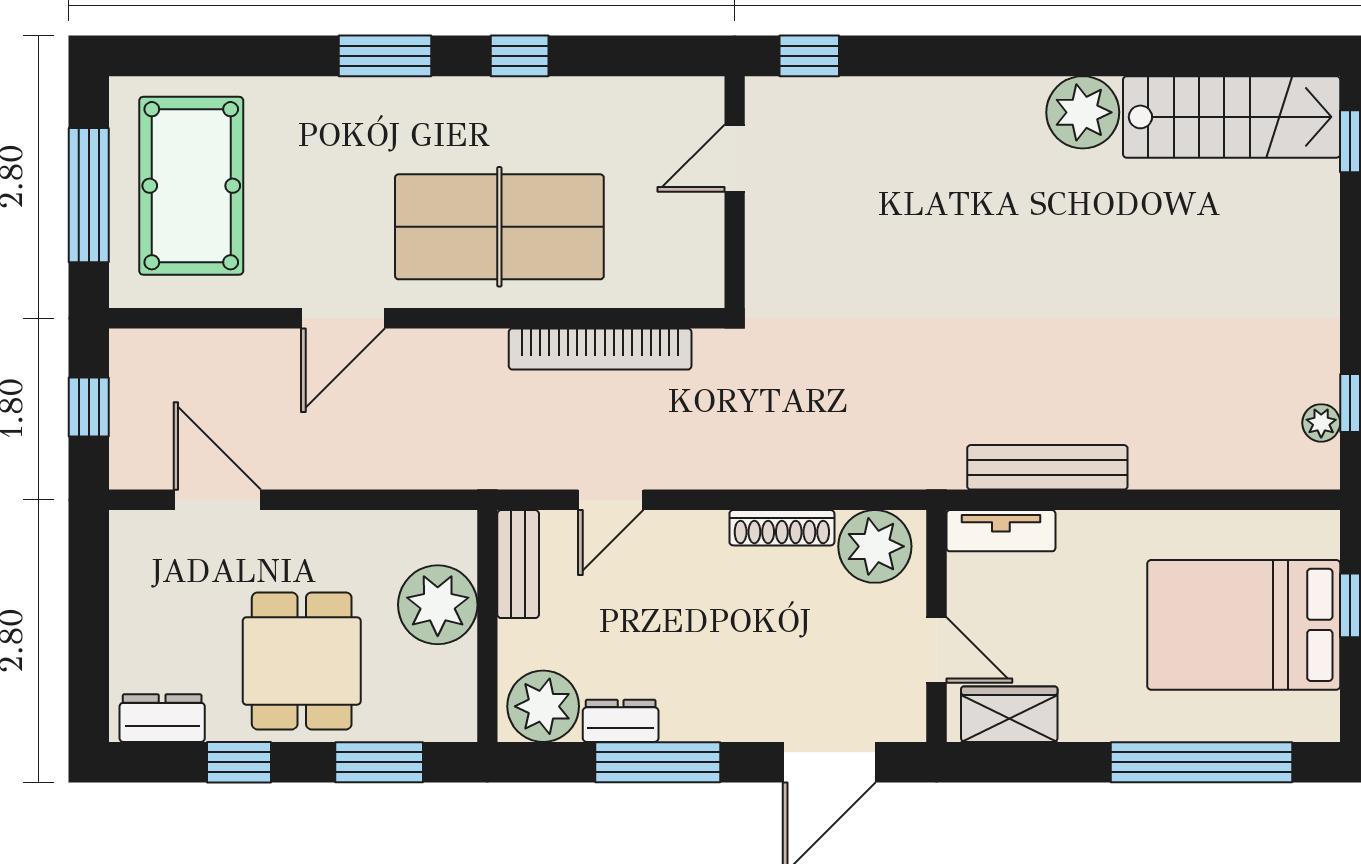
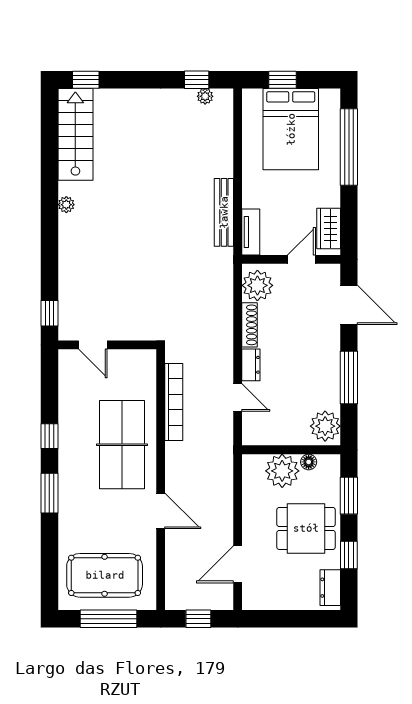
plant: (1083, 112) -> (66, 205), width x0.53, depth x0.53
bench: (518, 564) -> (265, 437), removed
floor lamp: (459, 667) -> (309, 462), added
dresser: (621, 721) -> (251, 365), moved, turned 180

